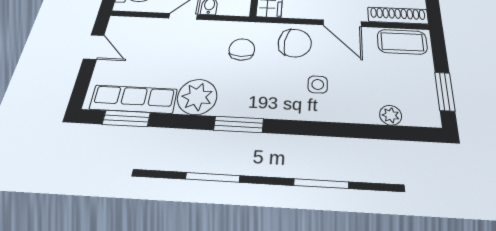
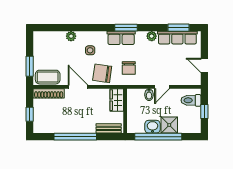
window: (445, 91) -> (30, 66), moved
plant: (197, 97) -> (152, 36), width x0.53, depth x0.53
row of seats: (251, 105) -> (121, 38), added
plant: (391, 115) -> (71, 36), moved

